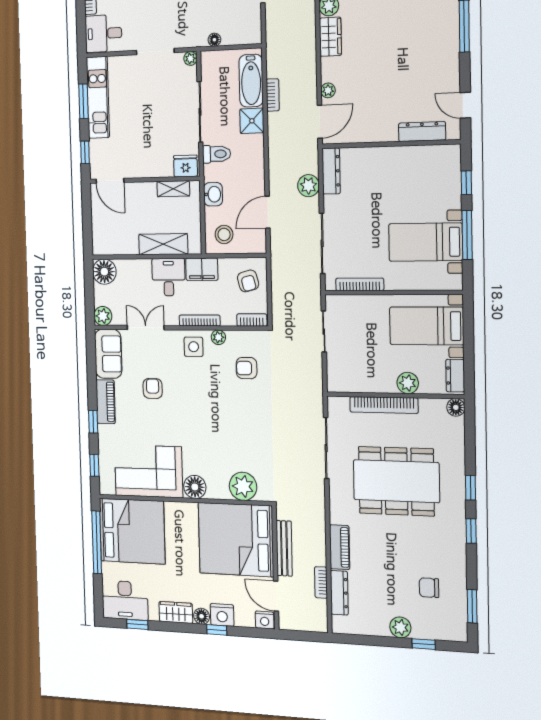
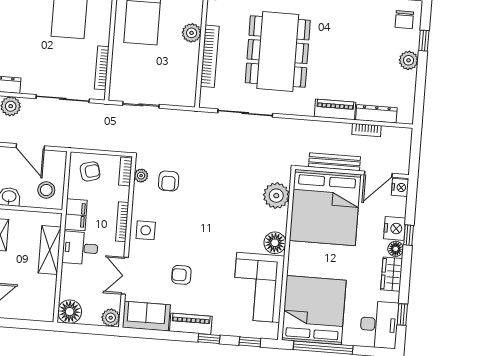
plant: (218, 337) -> (141, 176), moved
chair: (429, 588) -> (404, 20), moved

